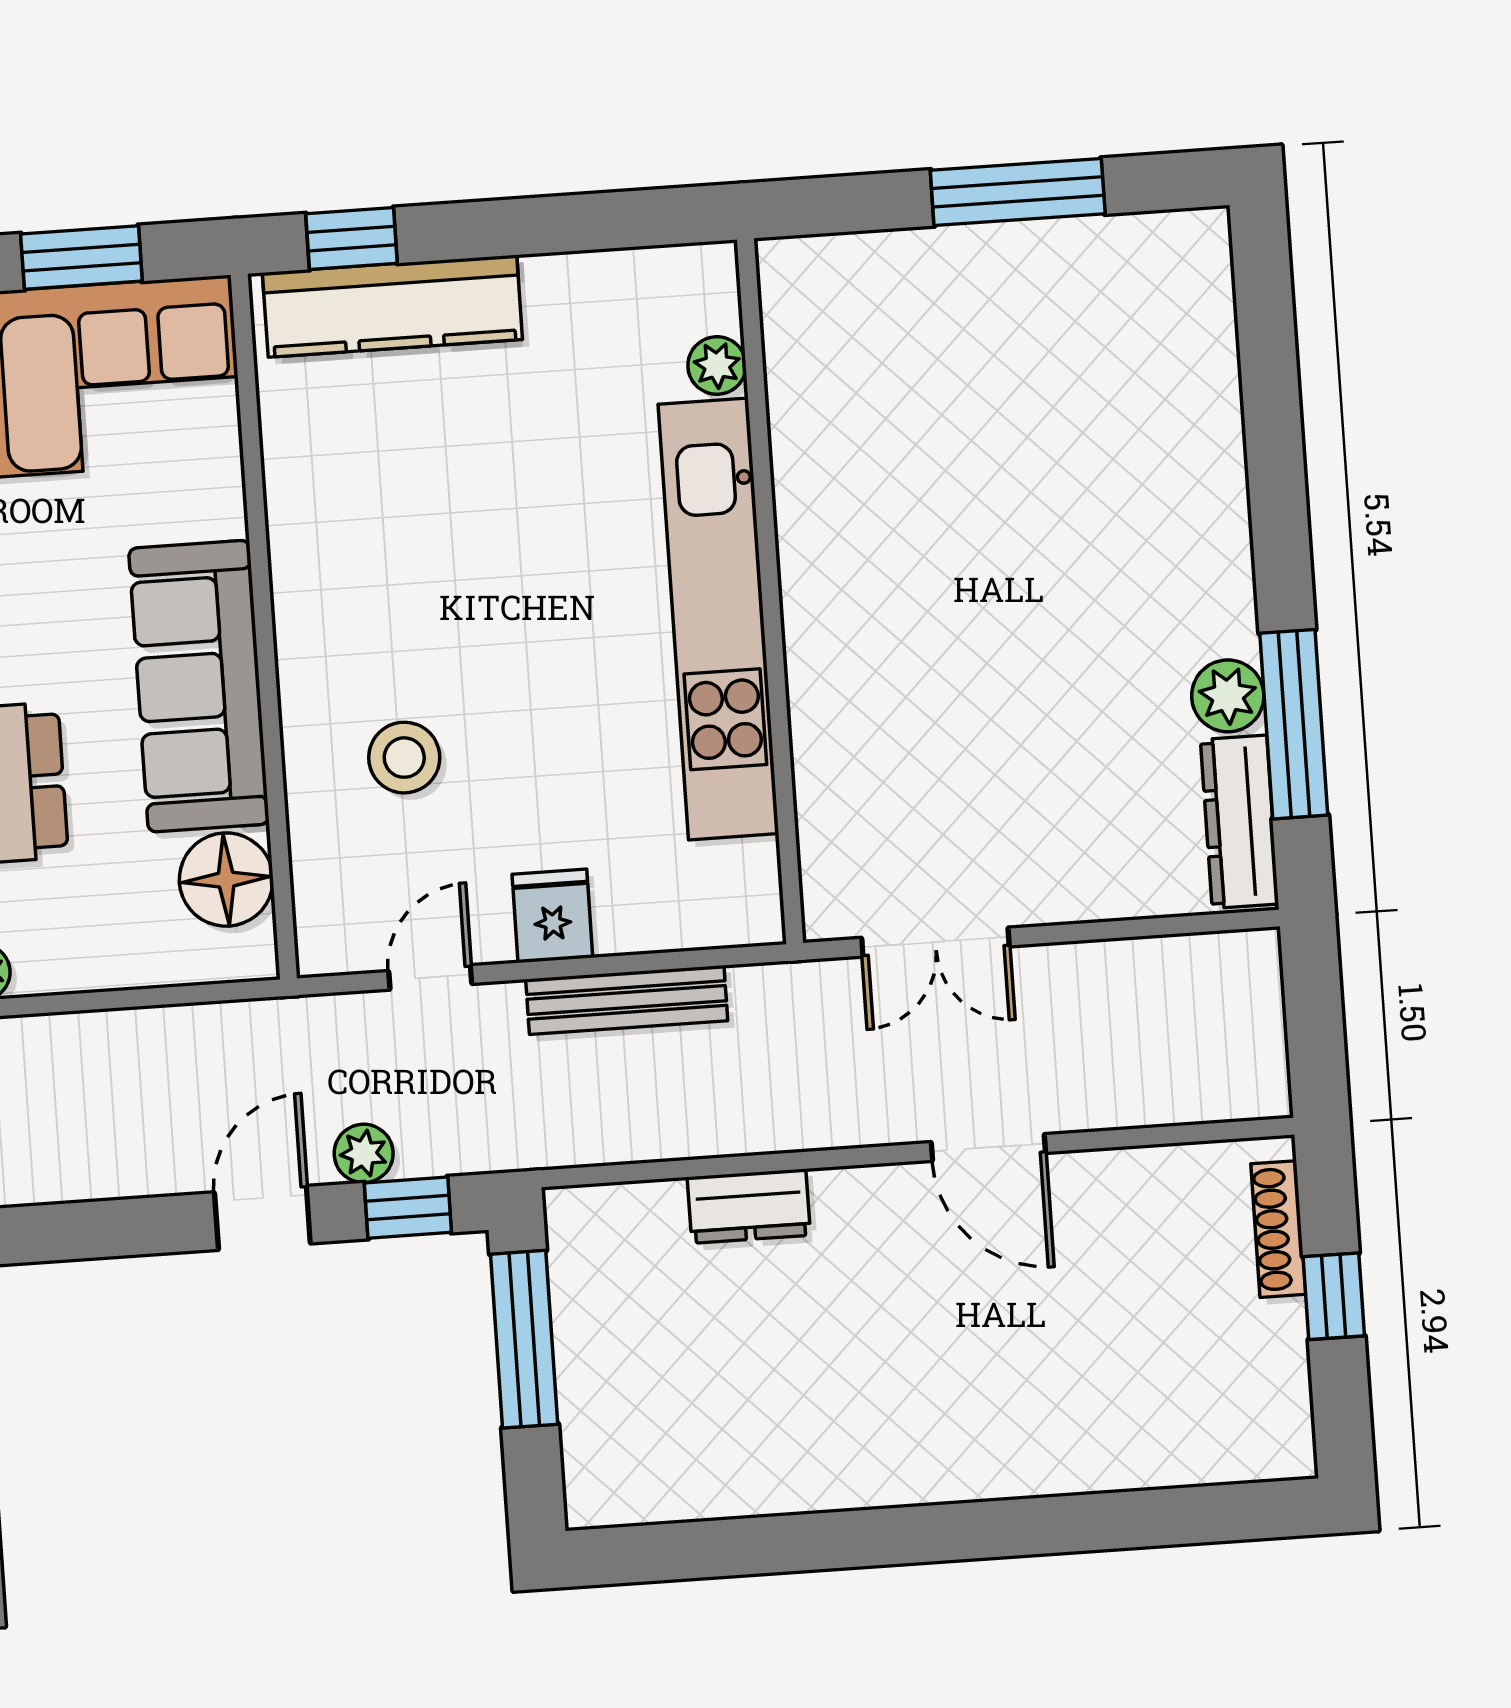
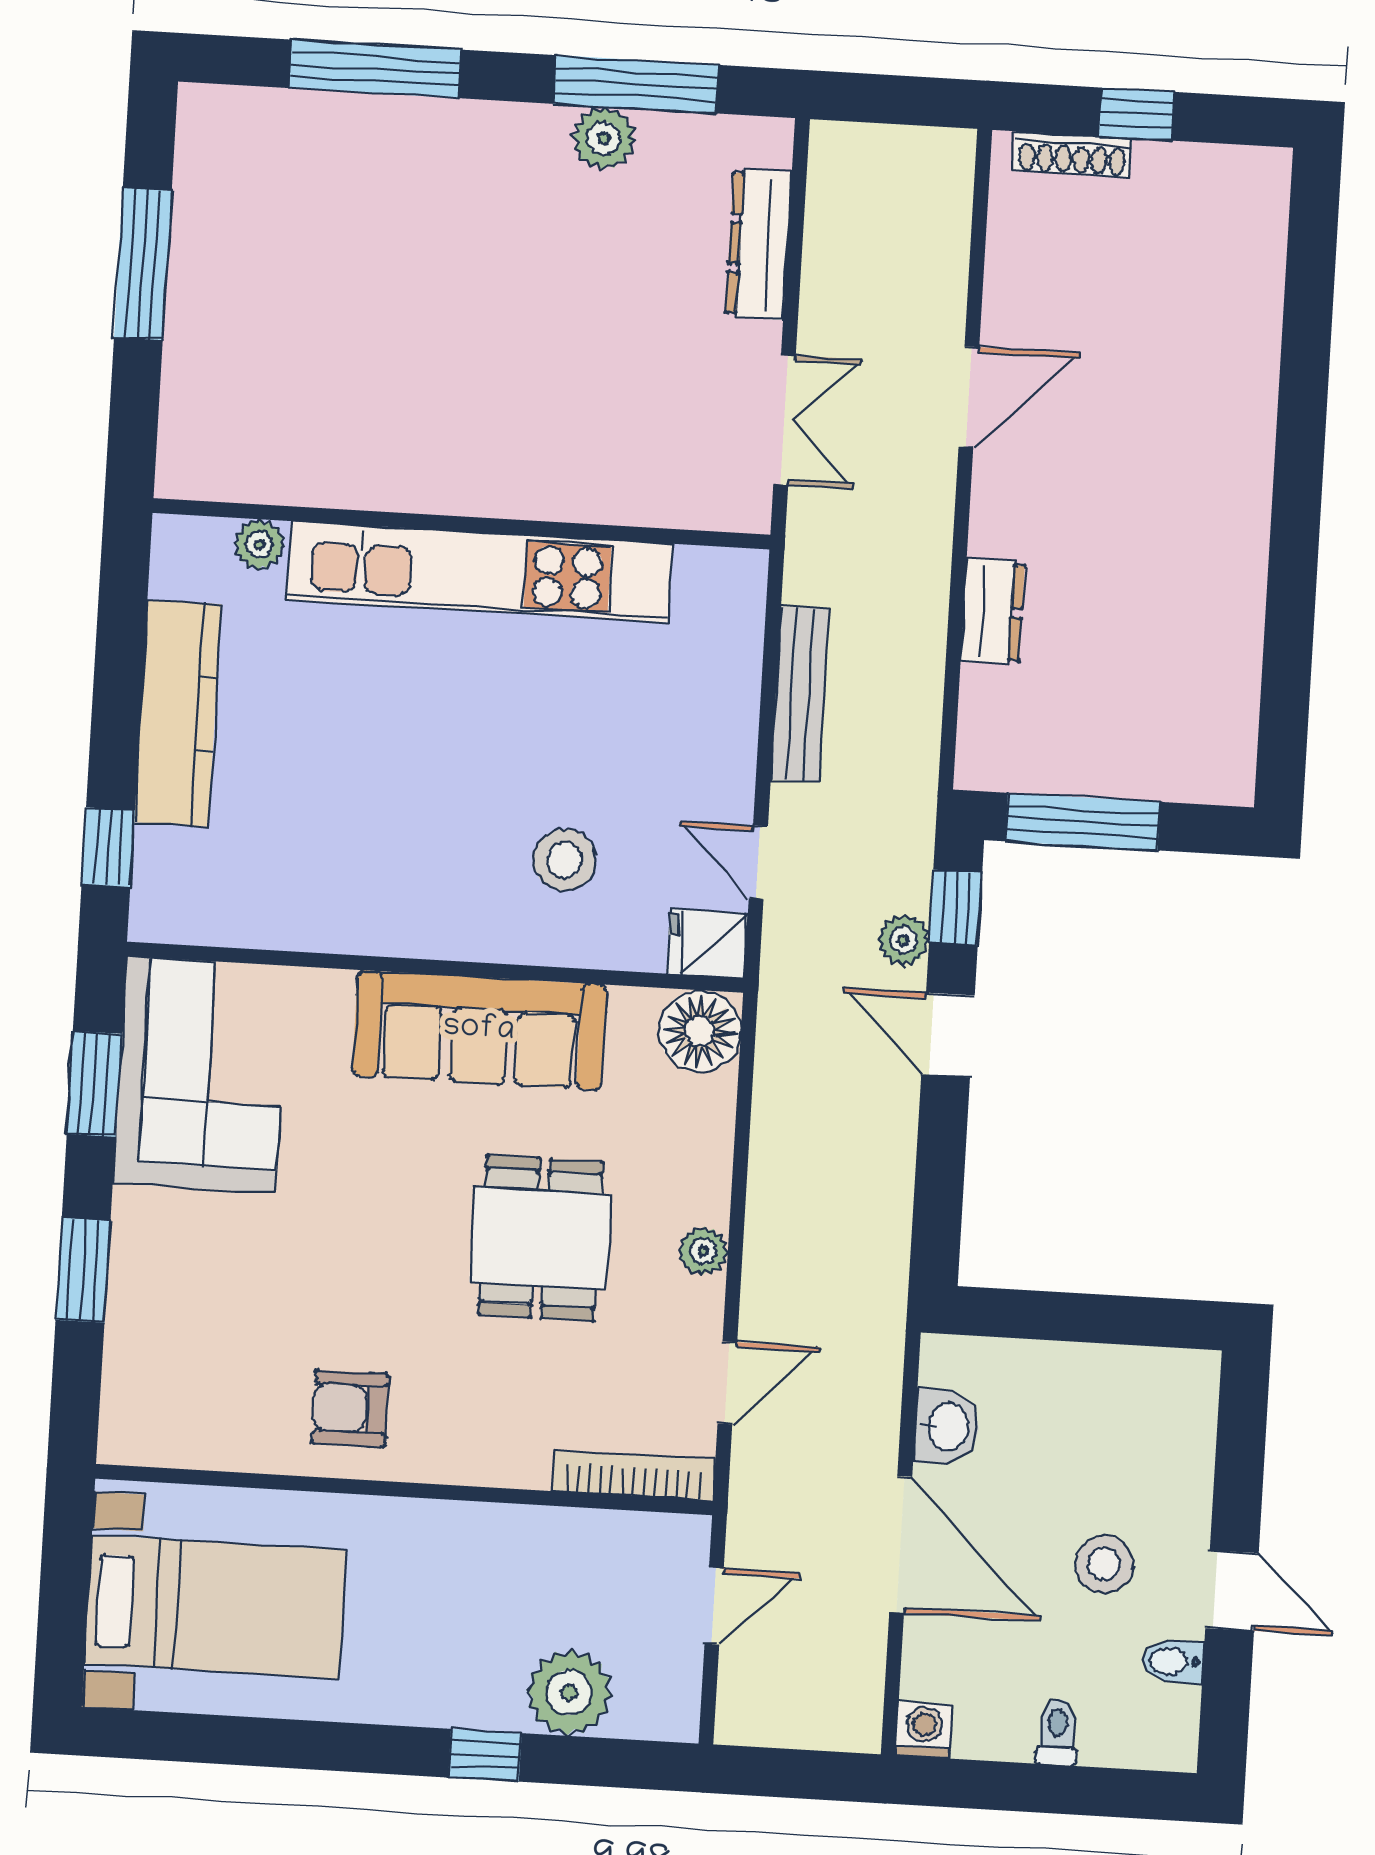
kitchen counter: (392, 306) -> (178, 713), moved
window: (1273, 426) -> (375, 69), added
dresser: (1239, 822) -> (759, 244), moved, turned 90
floor lamp: (226, 880) -> (700, 1031), moved
fridge: (552, 916) -> (707, 943), moved

